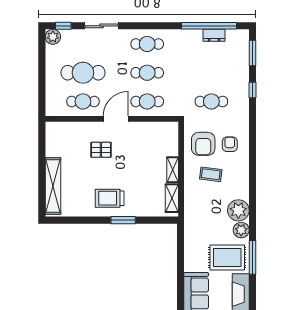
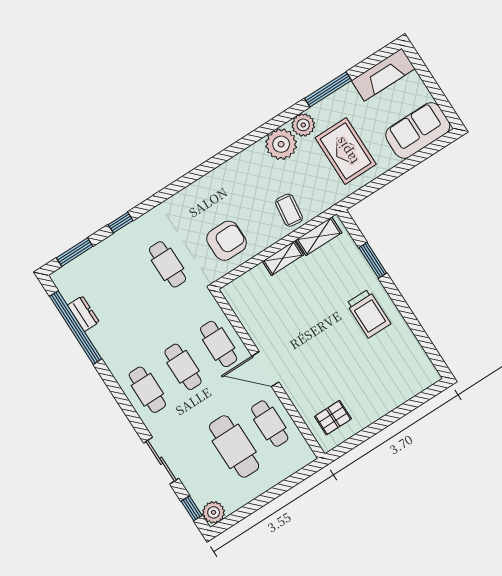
armchair: (230, 144) -> (206, 207), removed
pallet: (101, 150) -> (333, 418), moved, turned 90
coffee table: (211, 174) -> (289, 210), moved
shelving: (53, 186) -> (398, 393), removed
window: (123, 220) -> (373, 260), moved
rug: (227, 257) -> (346, 151), moved

